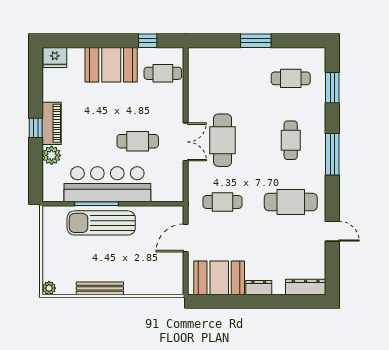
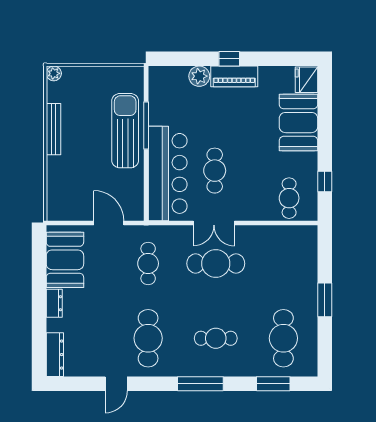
booth: (111, 65) -> (298, 123), moved
cafe table: (291, 78) -> (283, 338), width x1.37, depth x1.35
bar counter: (107, 184) -> (168, 173), moved

